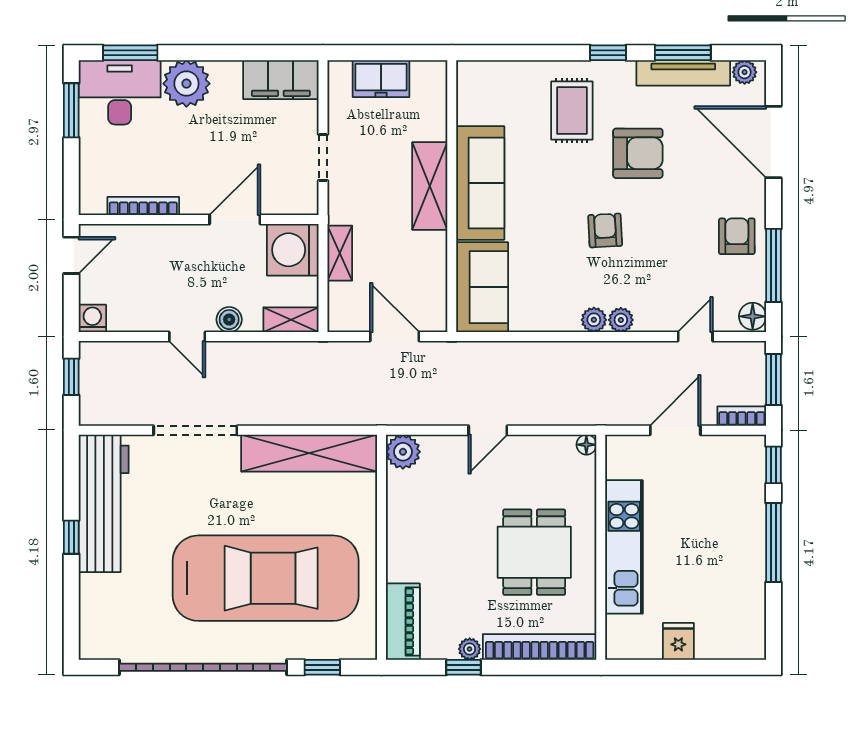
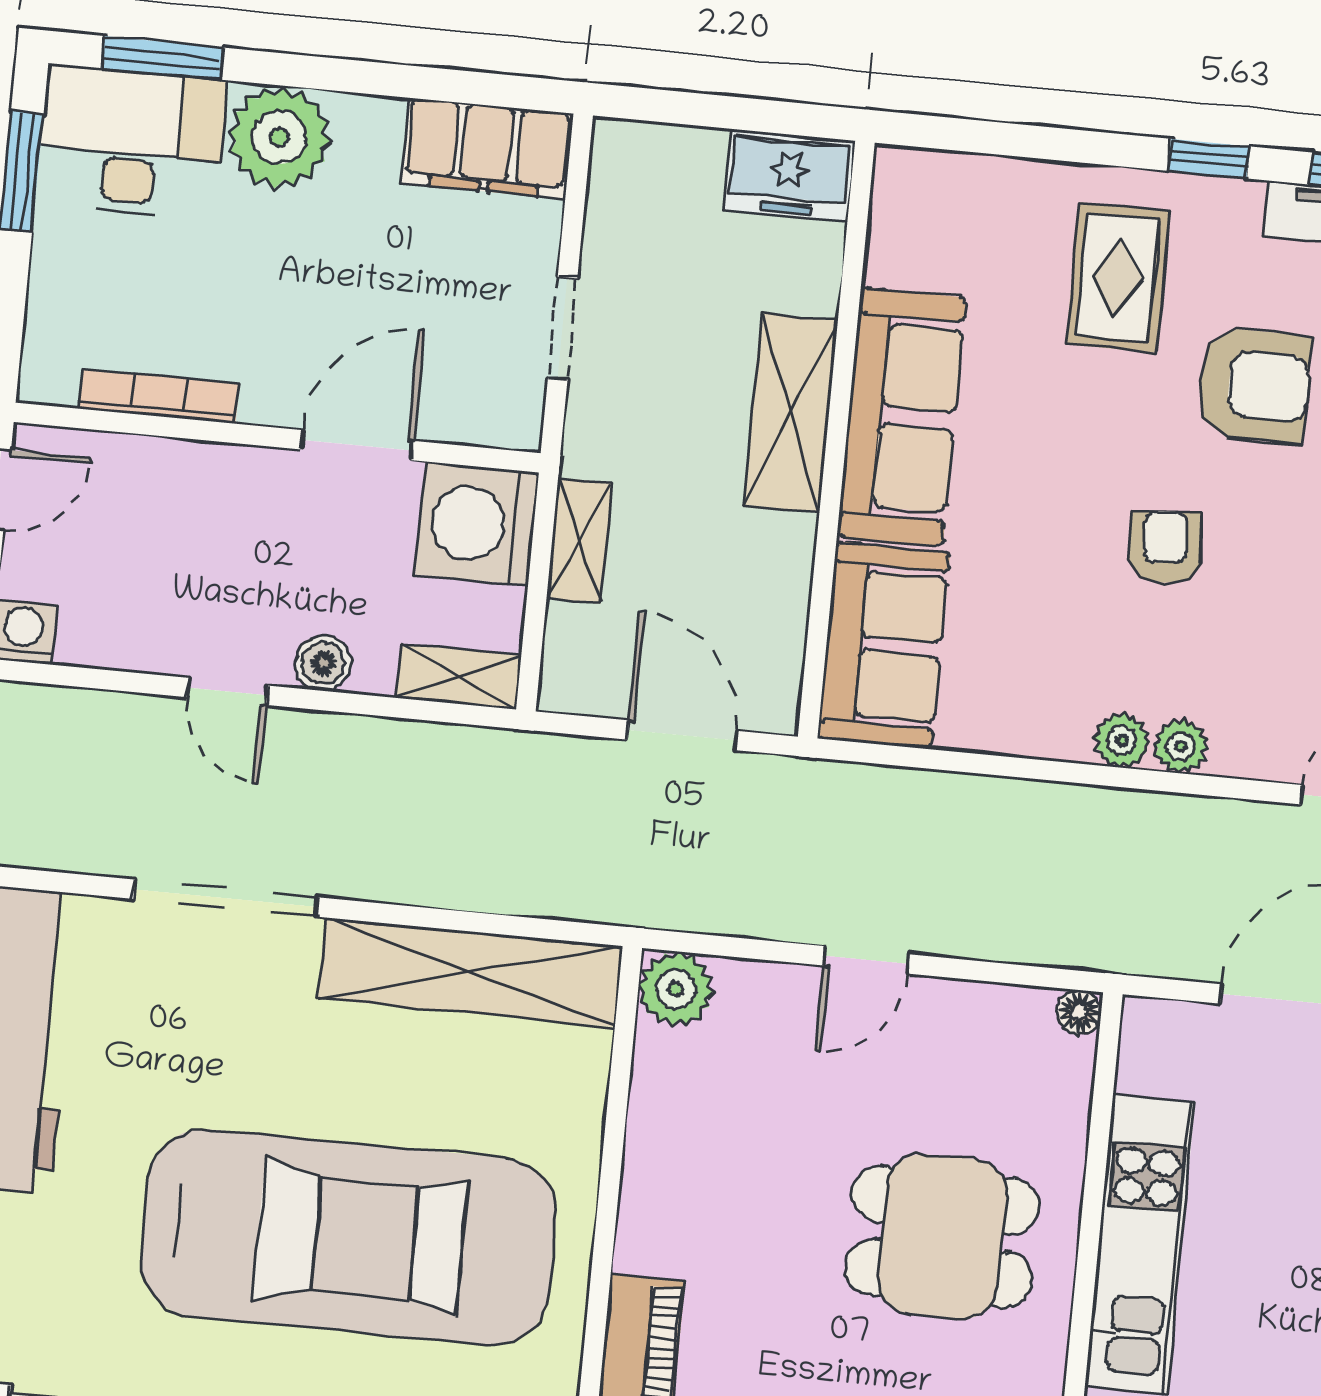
freezer: (381, 79) -> (789, 175), moved
dining table: (534, 552) -> (942, 1237), turned 90

